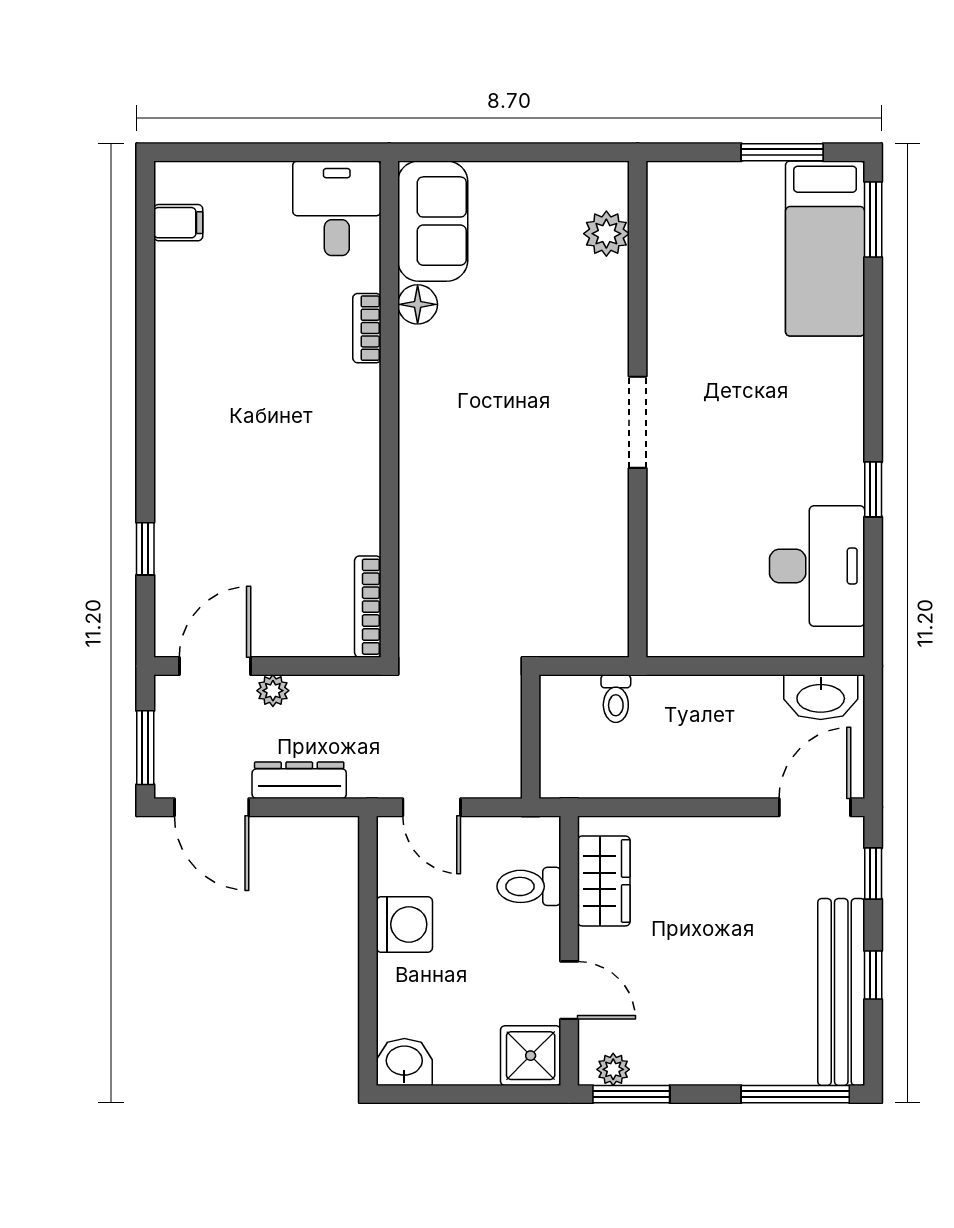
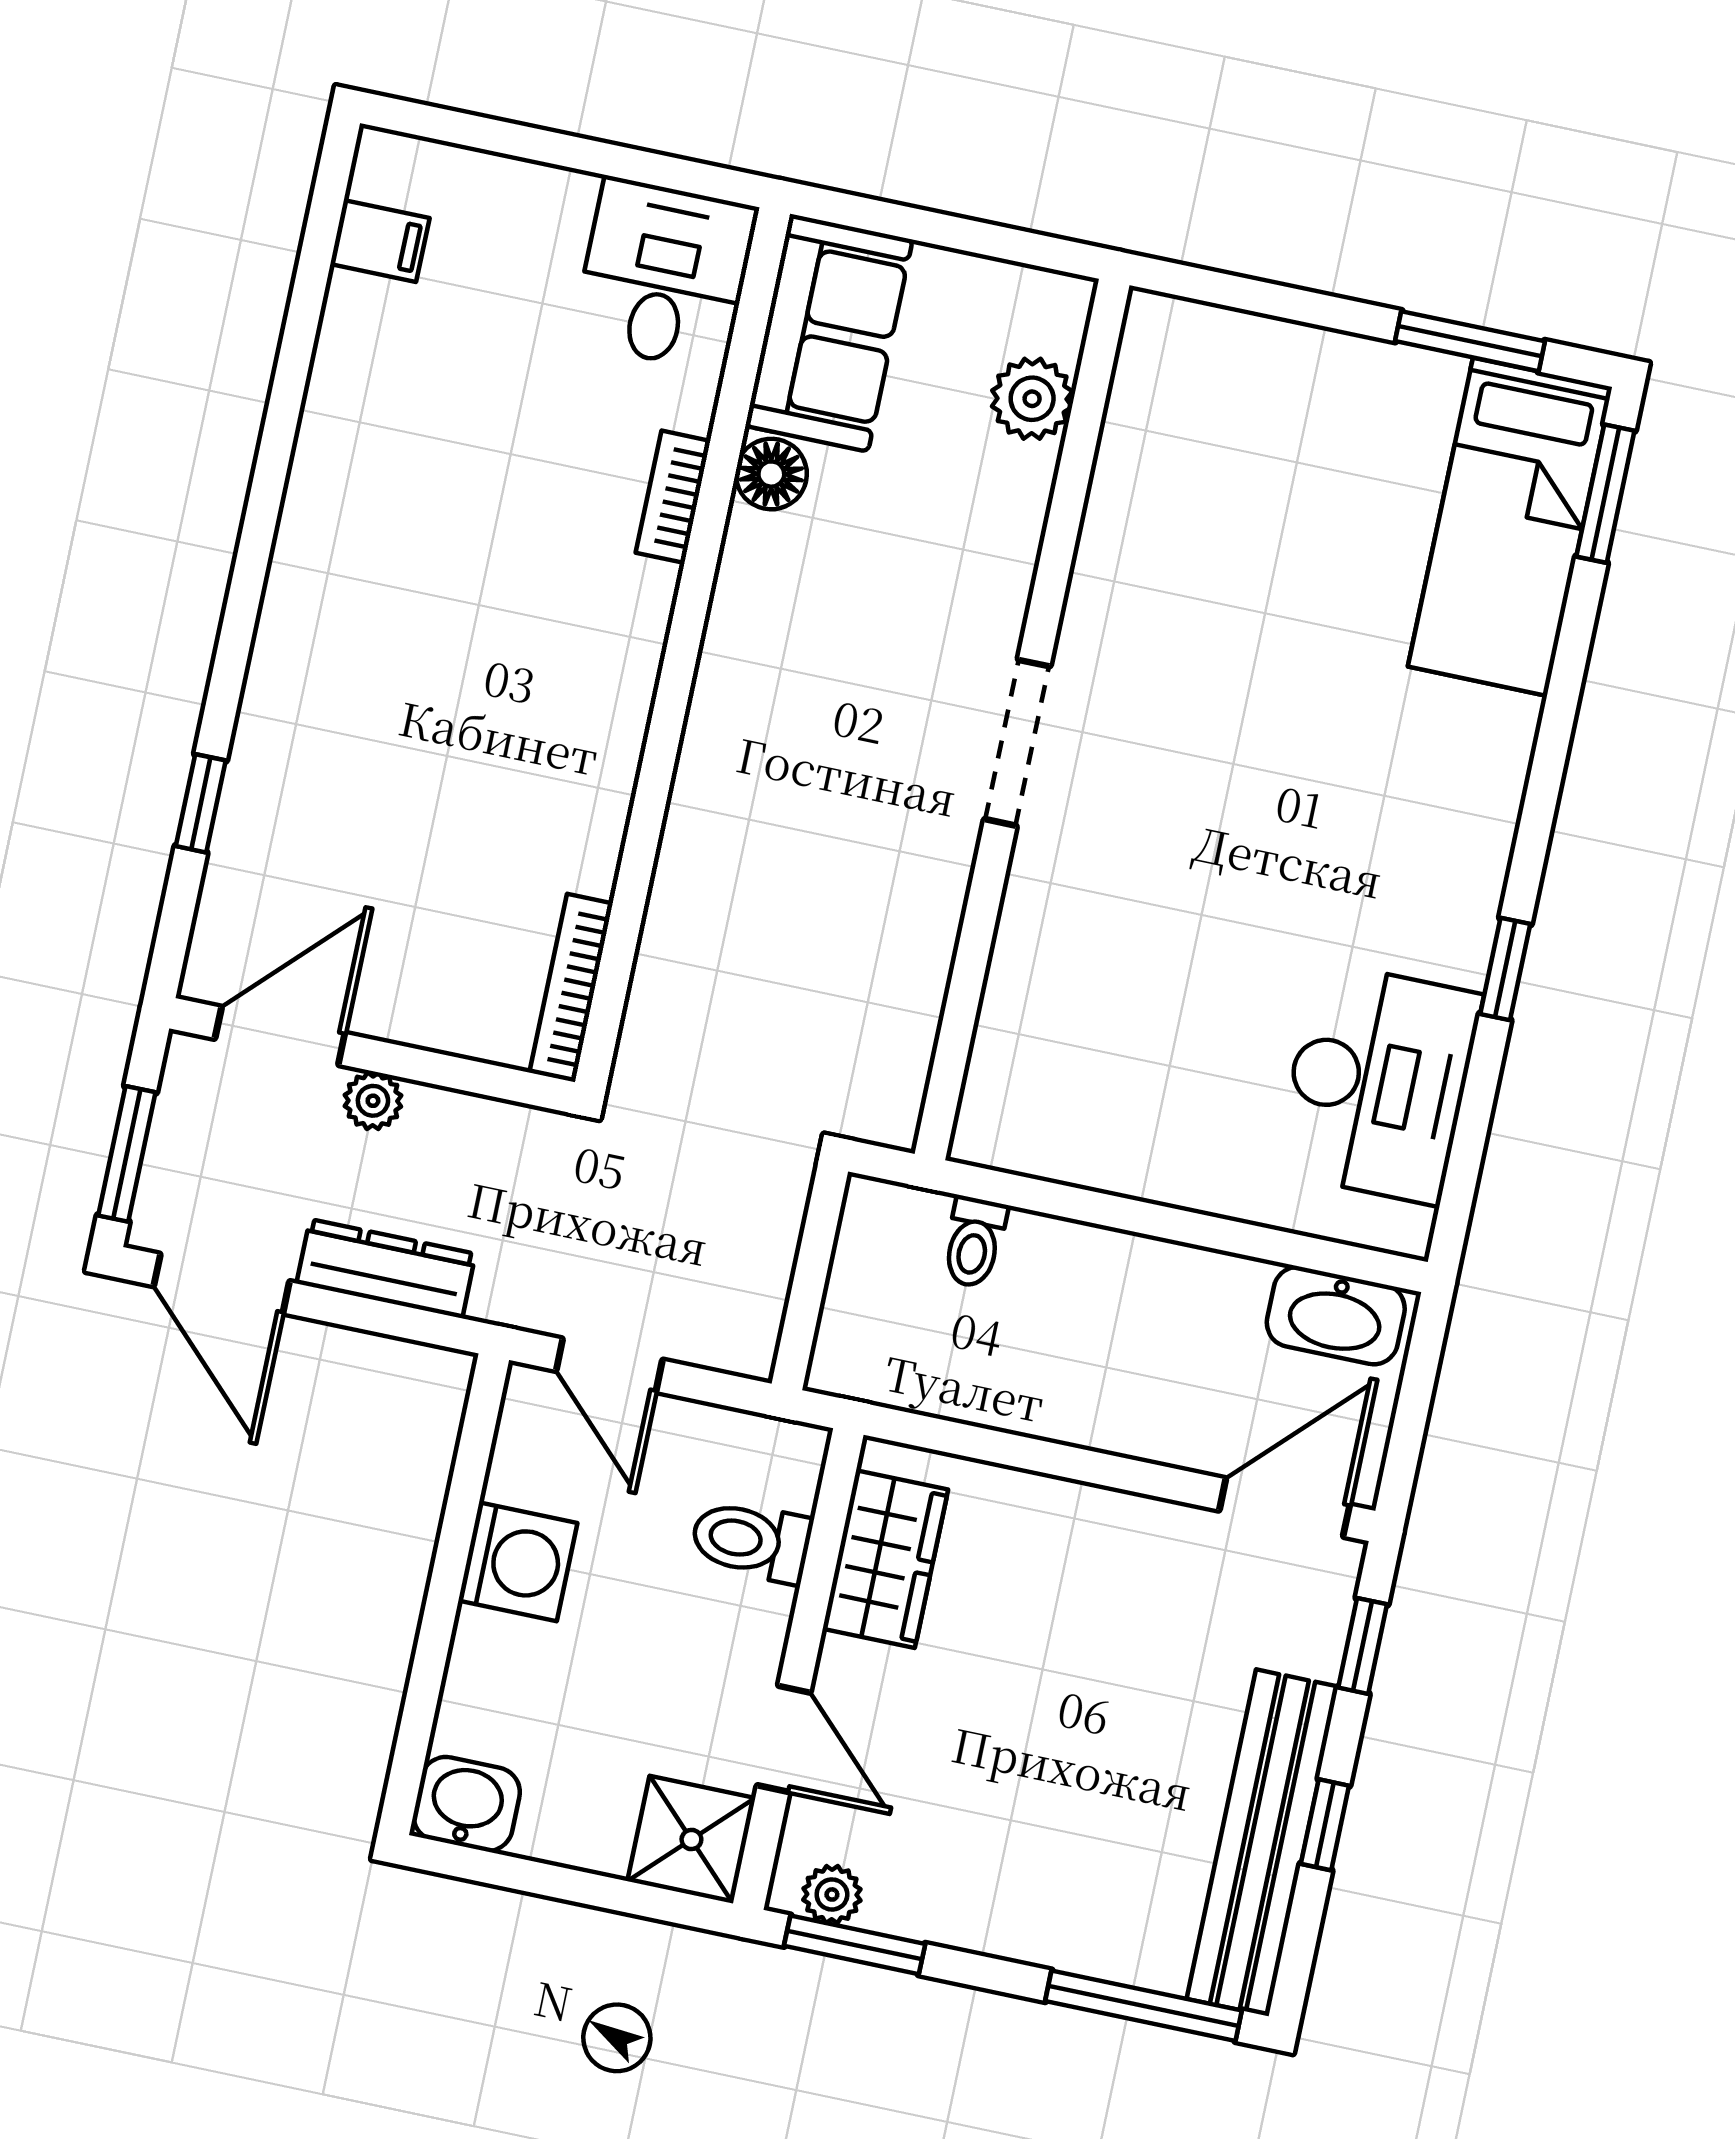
plant: (606, 234) -> (1032, 399), moved
wall: (638, 409) -> (1022, 720), moved
doorway: (638, 422) -> (1017, 743), moved

